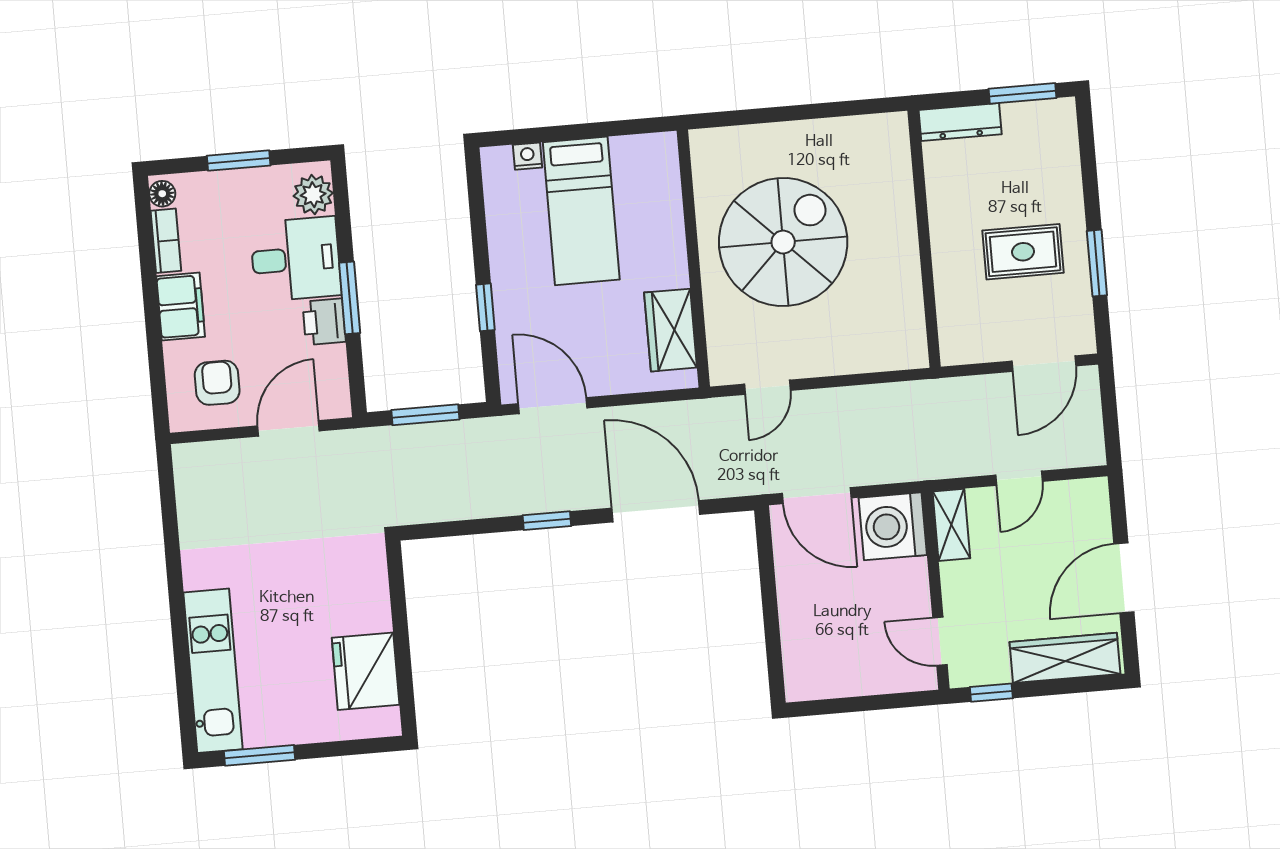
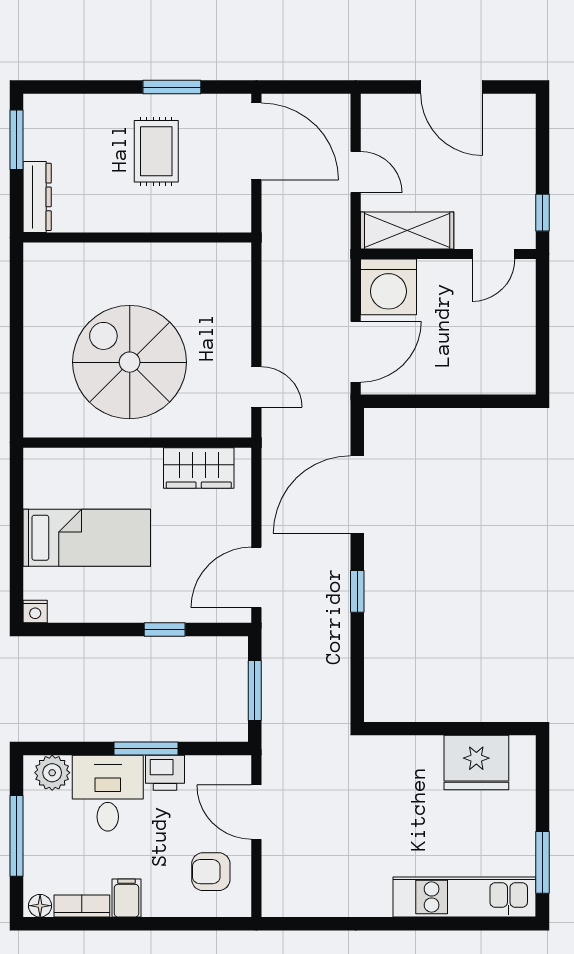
nightstand: (527, 156) -> (35, 612), moved, turned -90
window: (239, 161) -> (17, 836), width x1.44
filing cabinet: (181, 307) -> (127, 898), width x0.50
door: (1044, 364) -> (256, 141), width x1.36
shelving: (951, 525) -> (407, 230), width x1.50, depth x1.33
wardrobe: (1065, 658) -> (517, 145), removed

